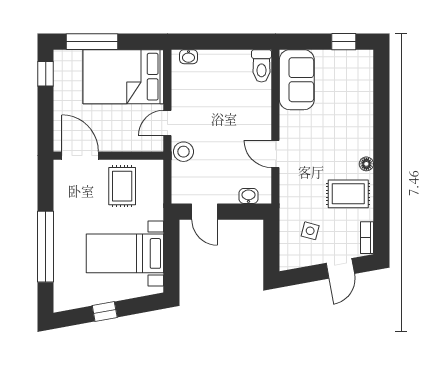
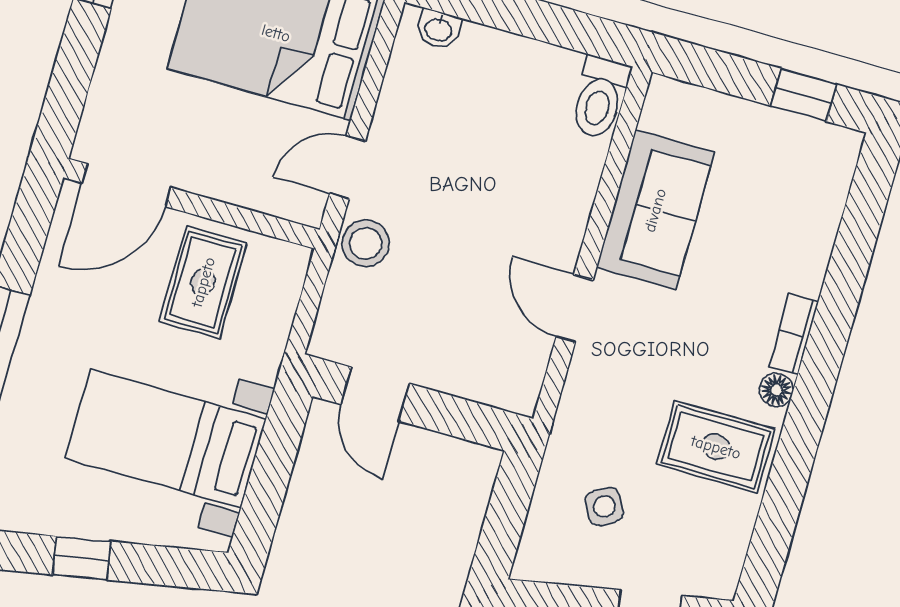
sofa: (297, 80) -> (655, 210), moved
door: (80, 156) -> (127, 185), swing flipped
washbasin: (248, 196) -> (486, 387), removed
side table: (310, 231) -> (604, 506), turned 45
bookcase: (367, 238) -> (794, 334), moved

